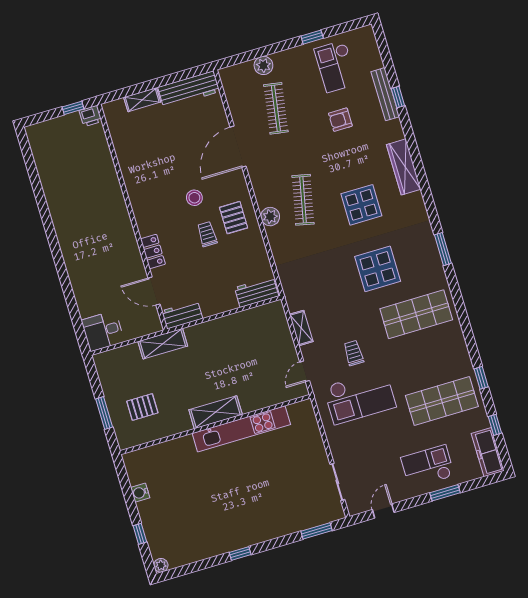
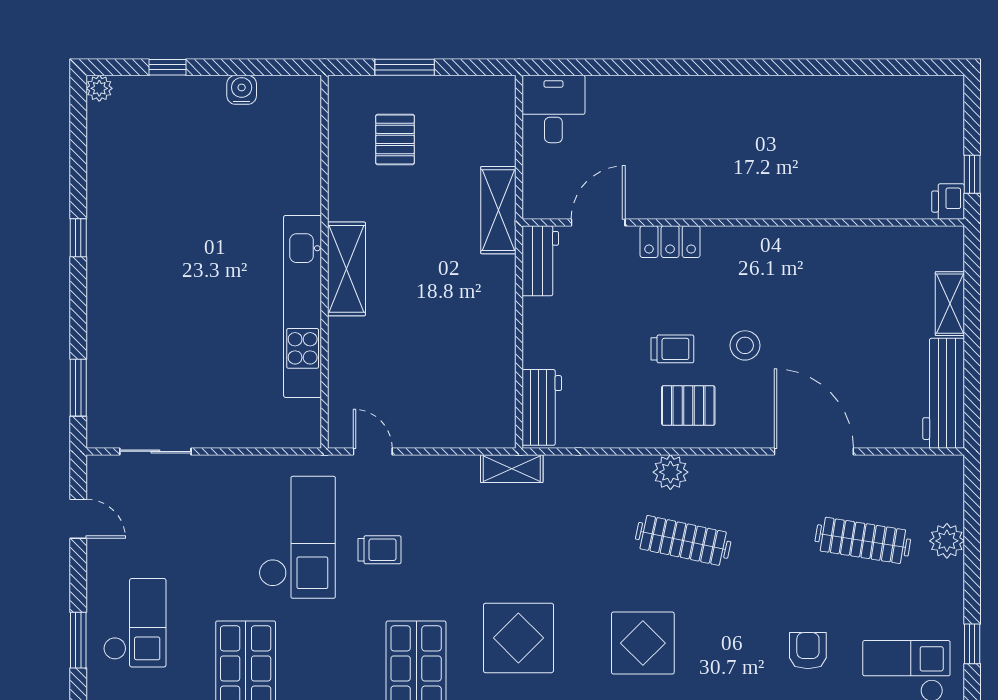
shelving: (301, 328) -> (512, 469), moved
checkout: (360, 397) -> (297, 537), turned 180

